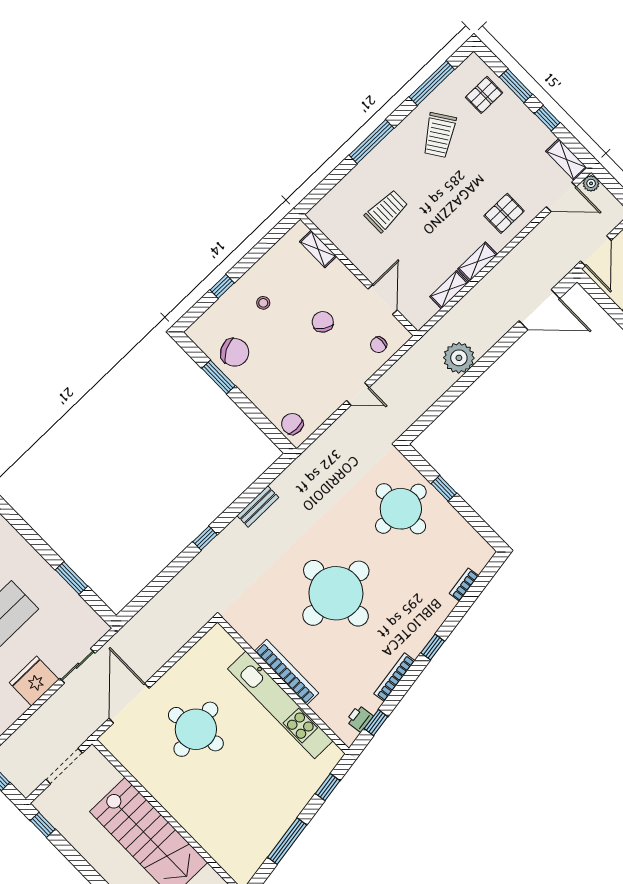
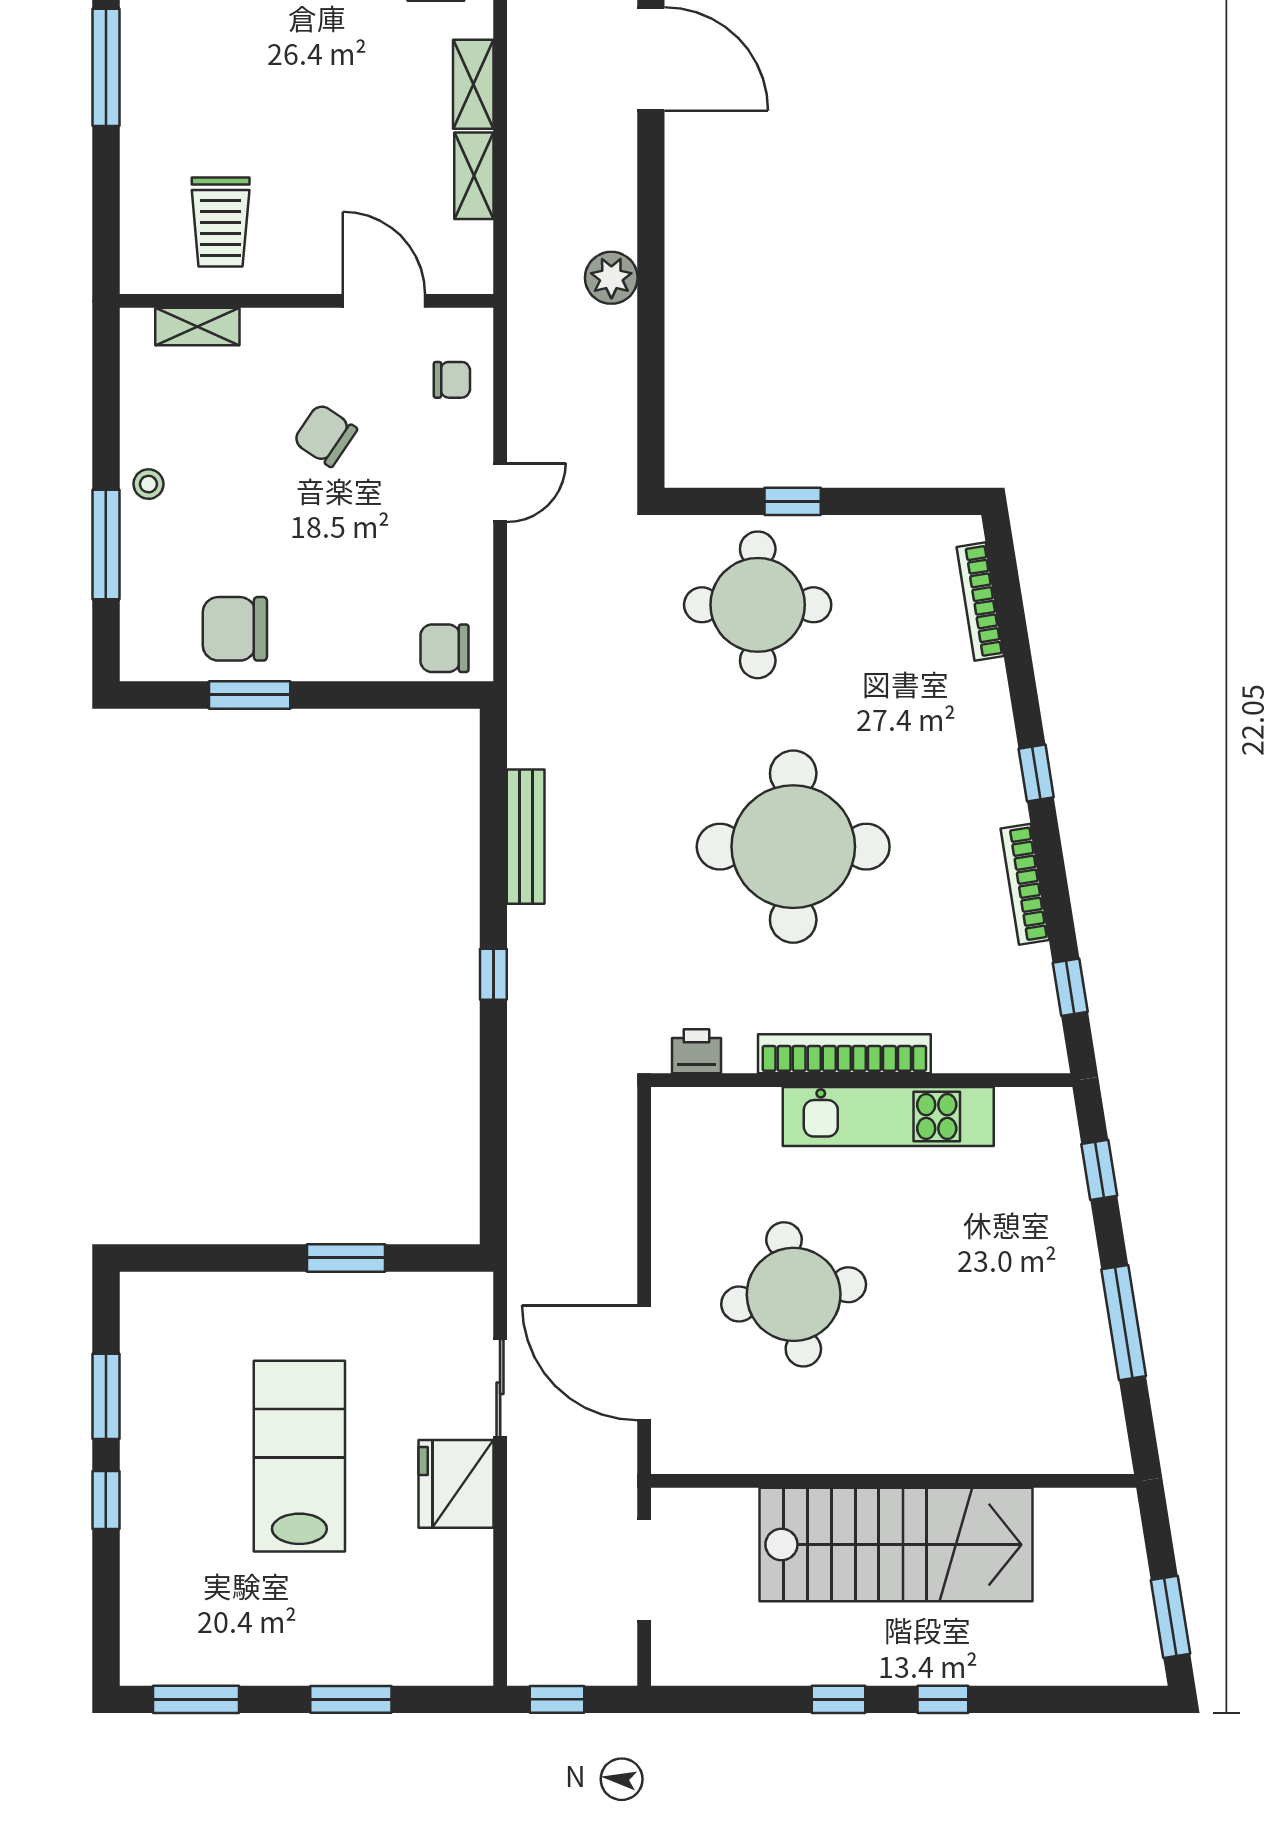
trolley: (386, 211) -> (221, 222), moved, turned 180
window: (222, 286) -> (106, 544), width x2.17
stool: (263, 303) -> (148, 484), moved
door: (539, 310) -> (651, 59), hinge flipped
chair: (379, 345) -> (452, 380), turned -90
chair: (235, 352) -> (235, 629), turned -152
plant: (459, 358) -> (611, 278), width x0.73, depth x0.73
bench: (258, 506) -> (526, 837), width x1.36
bookcase: (464, 585) -> (980, 601), width x1.56
kitchen unit: (280, 705) -> (888, 1117), width x0.73
printer: (360, 719) -> (697, 1051), moved, turned 99
window: (43, 825) -> (839, 1699), moved

